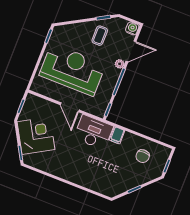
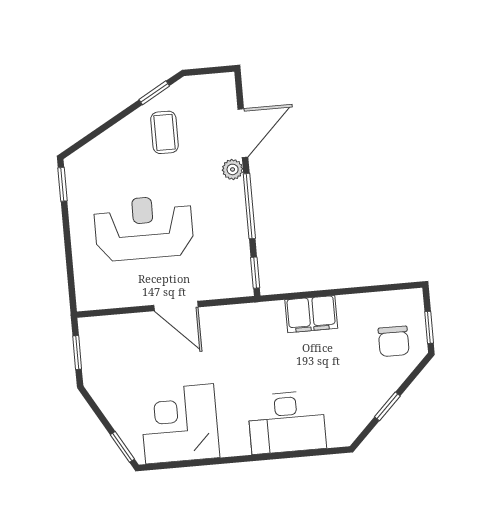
water cooler: (132, 28) -> (223, 86), removed
reception desk: (72, 70) -> (144, 228), width x0.74, depth x0.77
desk: (93, 132) -> (287, 422), moved, turned 180
filing cabinet: (117, 135) -> (311, 314), width x2.00
corner desk: (36, 136) -> (180, 424), moved, turned -60
chair: (143, 156) -> (394, 341), moved

